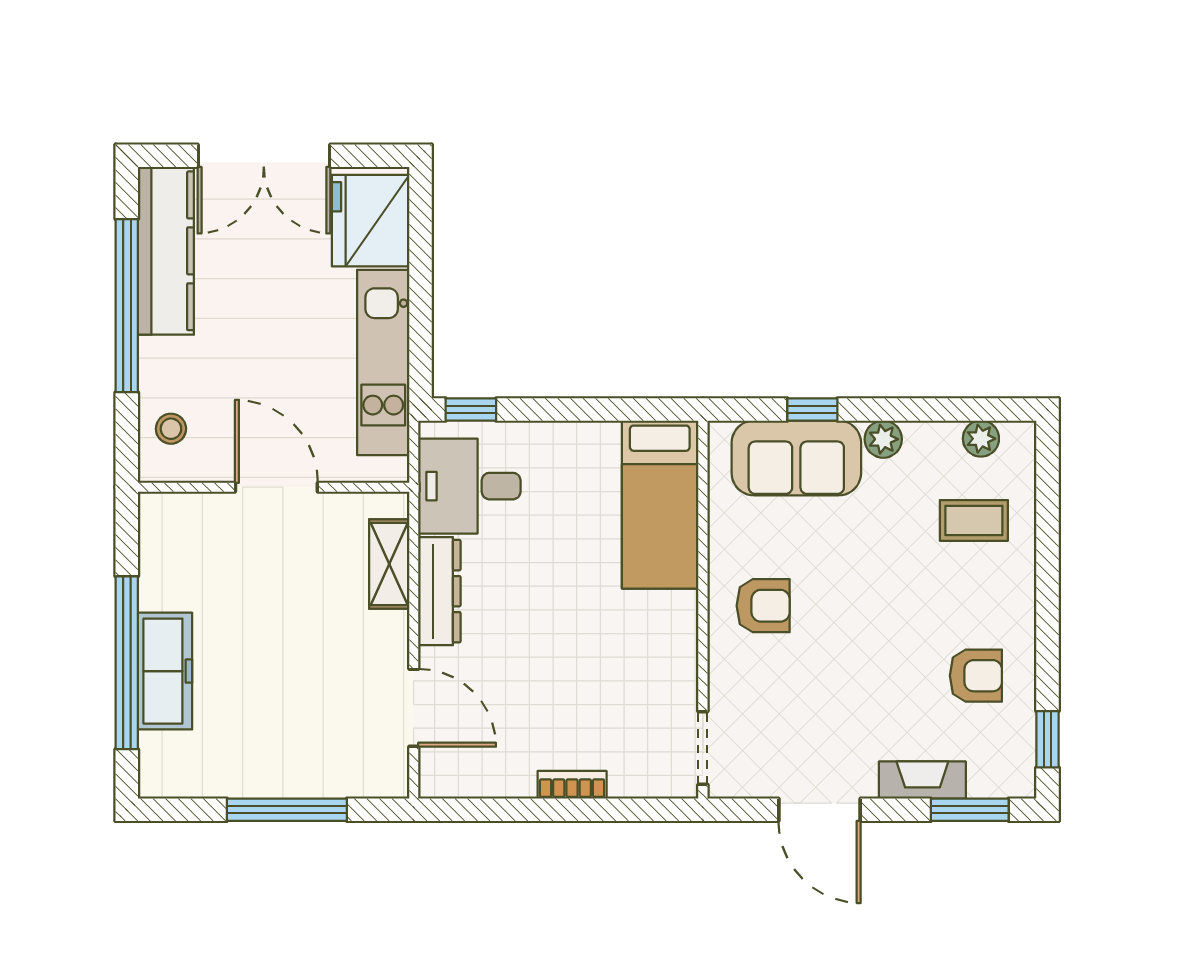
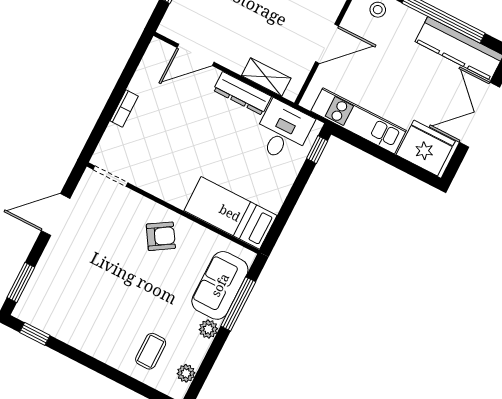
window: (812, 409) -> (238, 304), width x2.17
armchair: (763, 606) -> (161, 236), turned -122
armchair: (976, 676) -> (80, 316), removed
fireplace: (922, 780) -> (45, 268), removed

